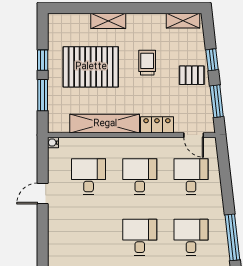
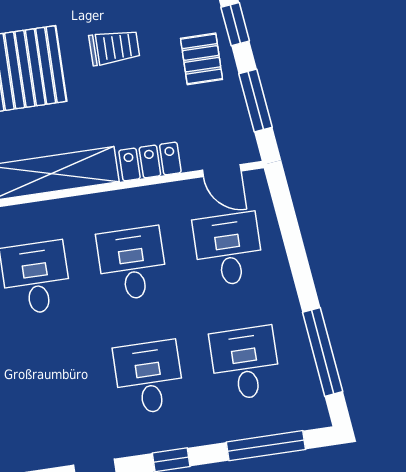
trolley: (147, 63) -> (114, 47), turned 90
pallet: (192, 75) -> (202, 59), turned 90

